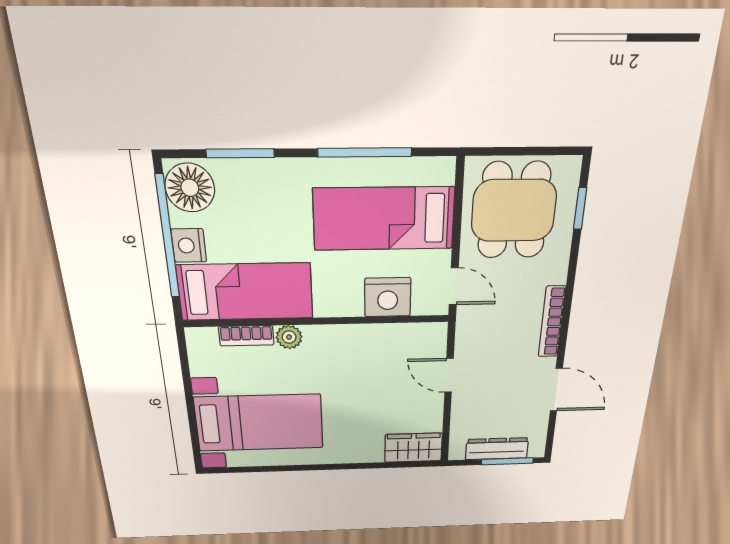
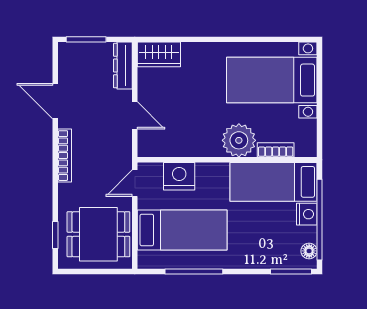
window: (240, 153) -> (291, 271), moved
floor lamp: (190, 188) -> (309, 251), width x0.53, depth x0.53
dining table: (514, 211) -> (98, 234), turned 90
door: (454, 286) -> (135, 183), hinge flipped
plant: (289, 337) -> (239, 140), width x1.87, depth x1.87
dresser: (497, 449) -> (123, 66), moved, turned 90

